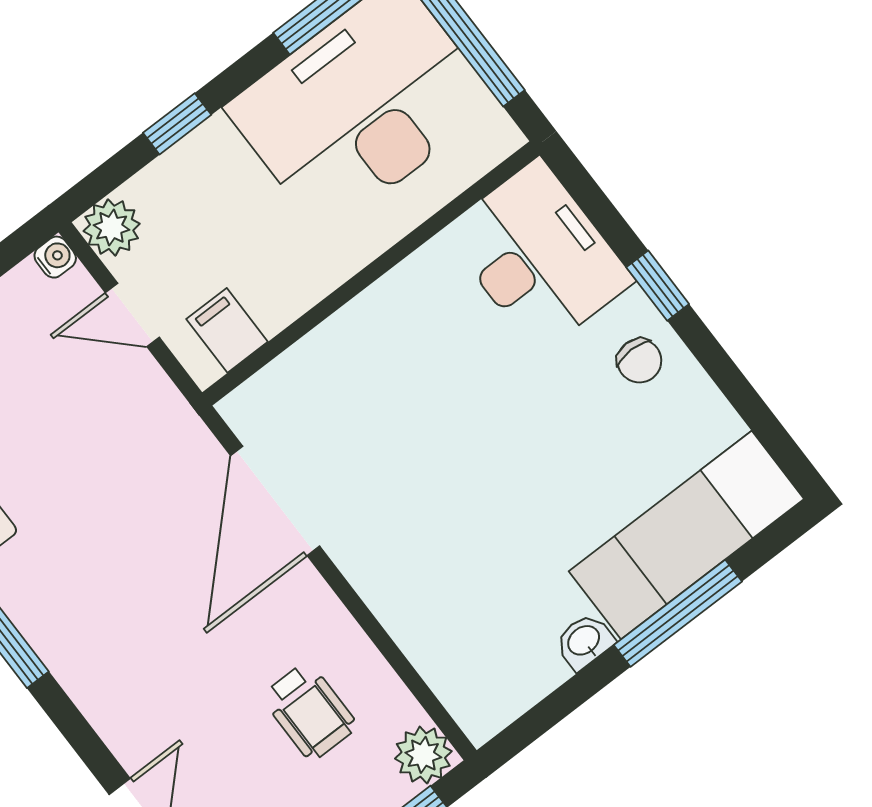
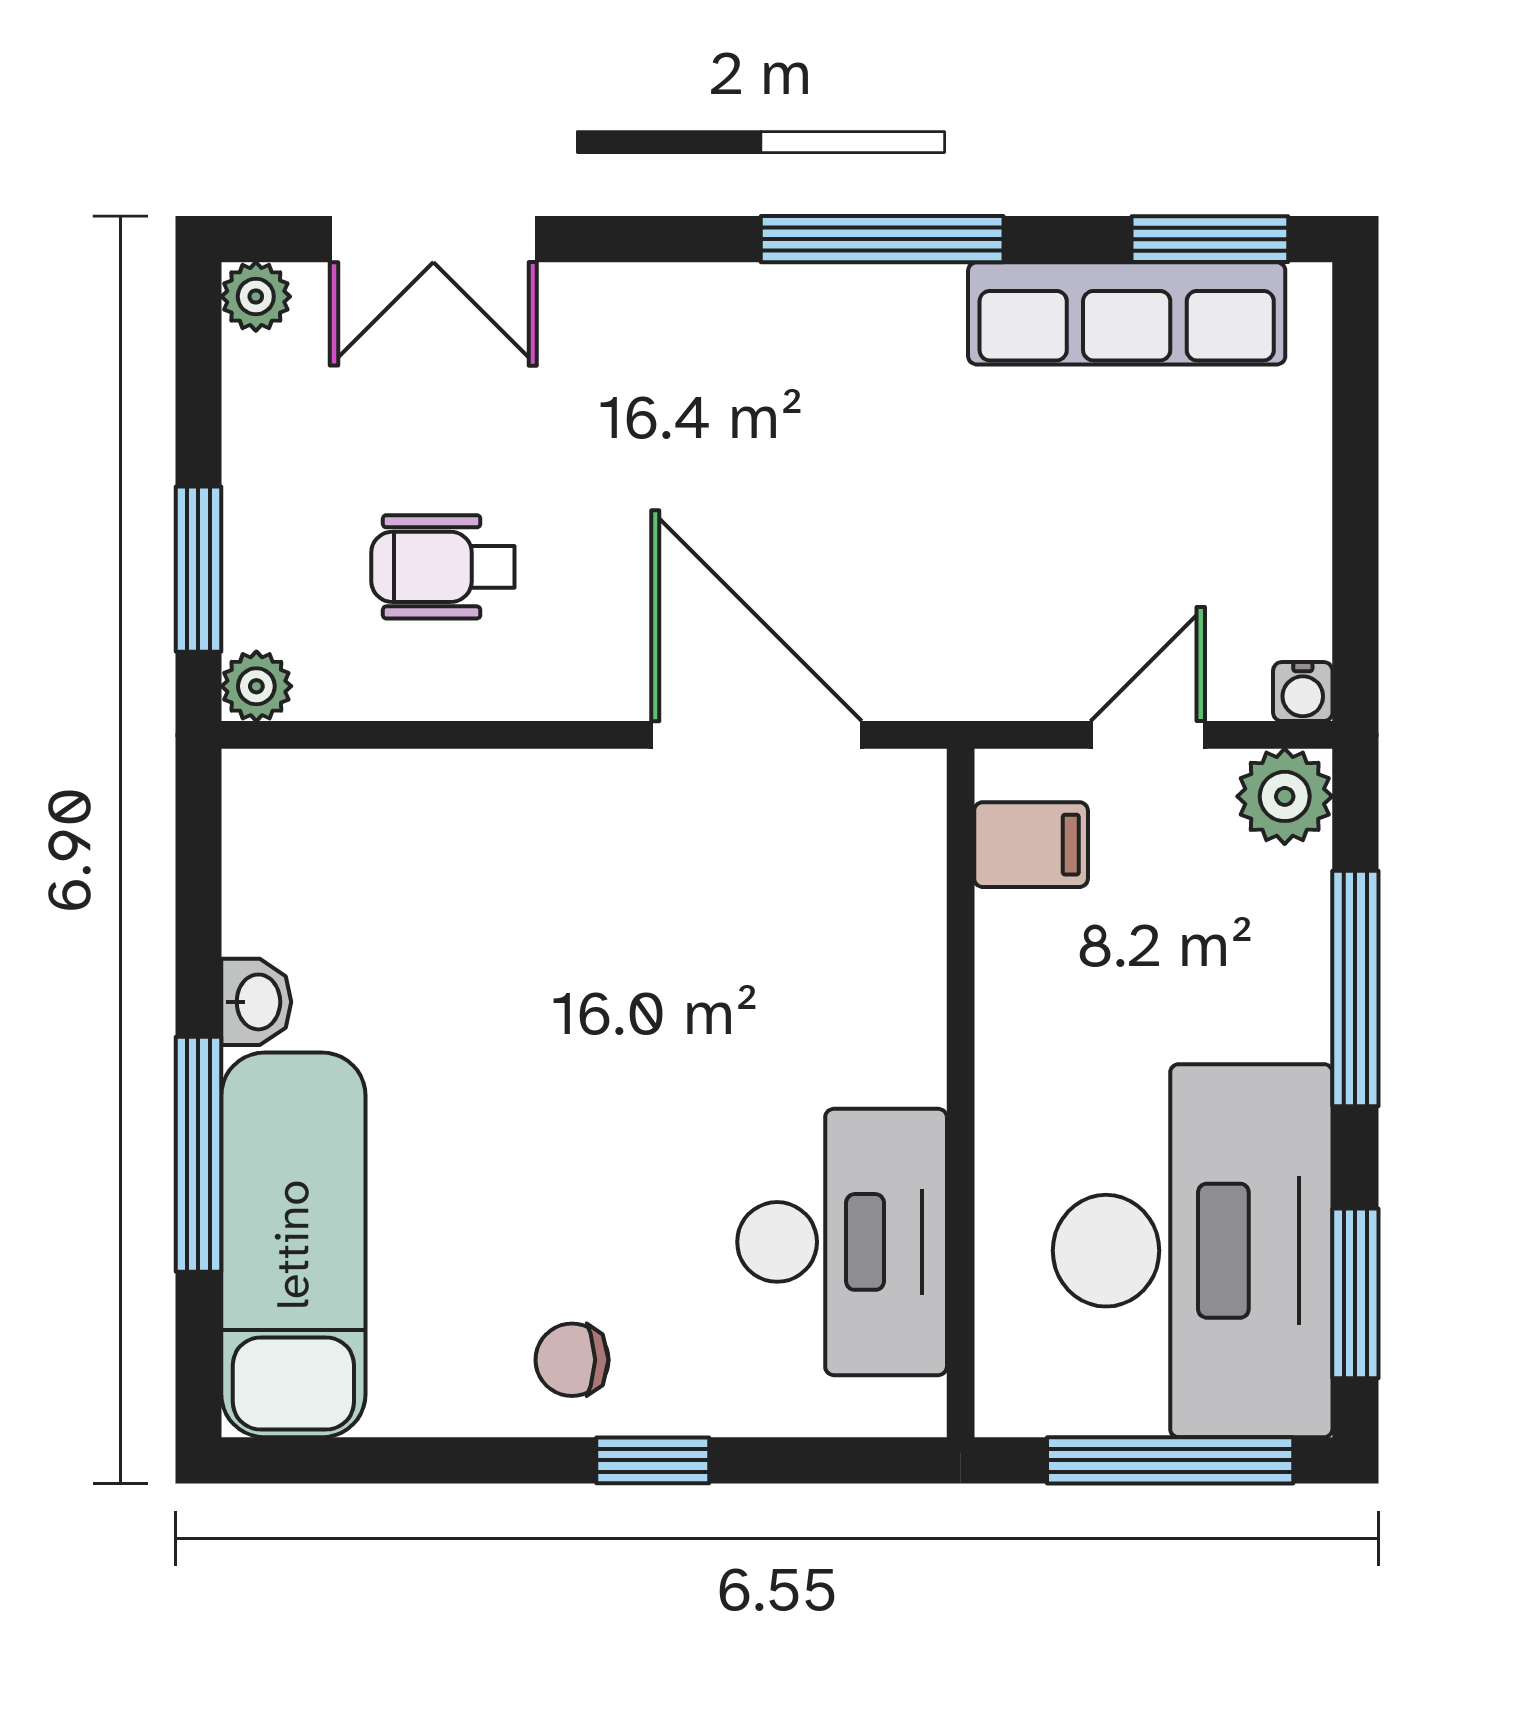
window: (177, 124) -> (1355, 989), width x2.17
desk: (538, 256) -> (842, 1242), moved, turned -90
plant: (423, 755) -> (256, 686), width x0.73, depth x0.73

